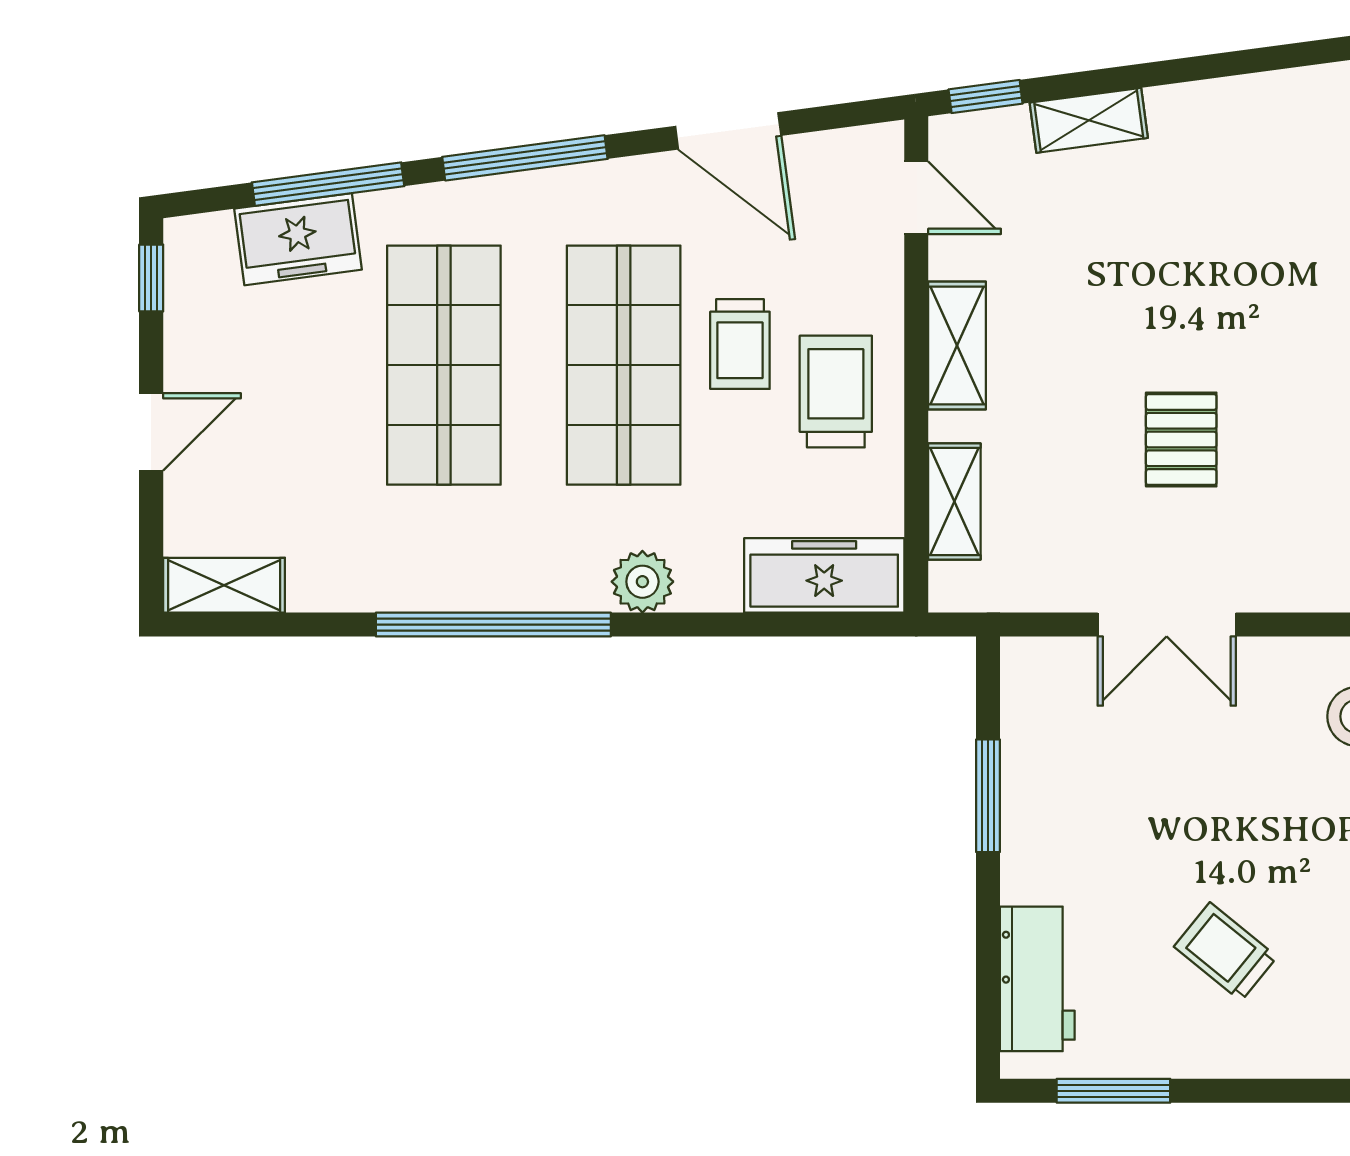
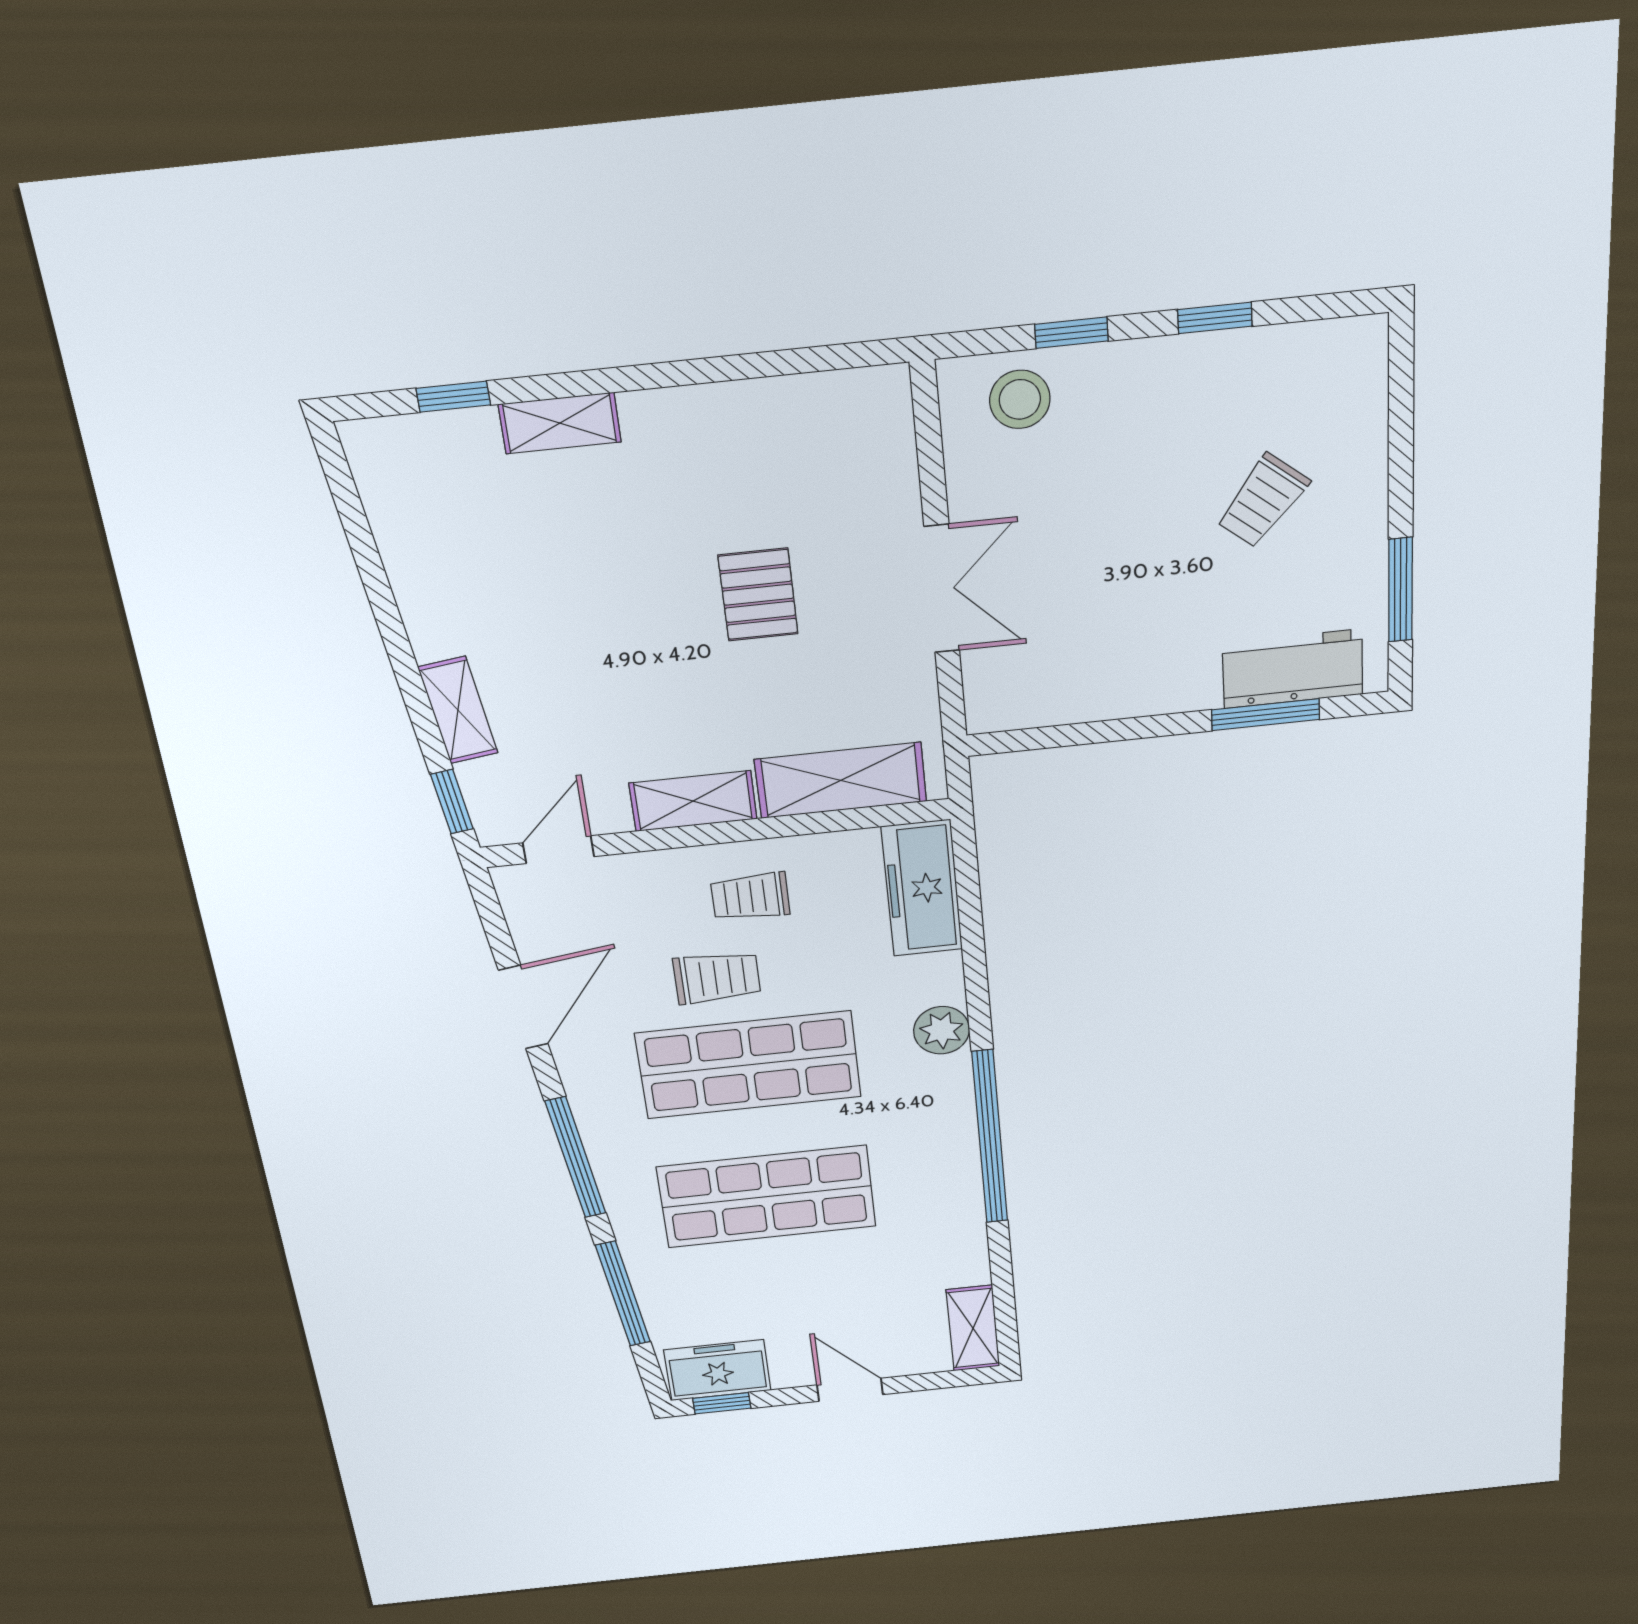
freezer: (298, 239) -> (717, 1370), moved, turned -82
trolley: (836, 392) -> (750, 897), width x0.73, depth x0.72
pallet: (1181, 440) -> (758, 595), turned 90
shelving: (954, 501) -> (841, 780), width x1.50, depth x1.33
window: (988, 796) -> (1266, 715), moved

